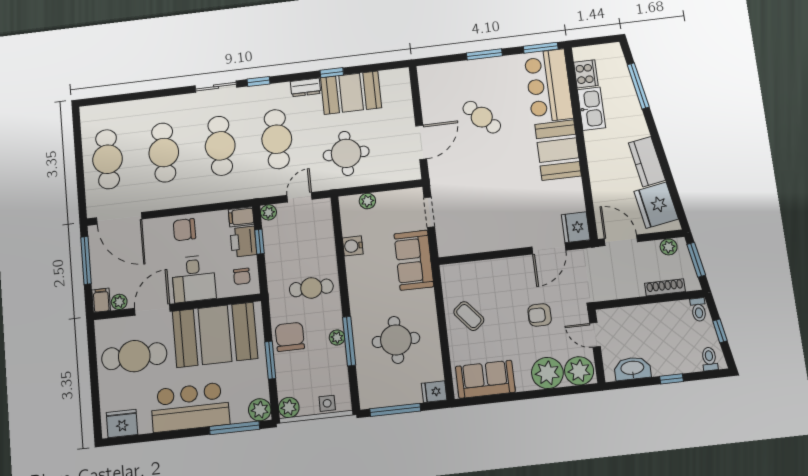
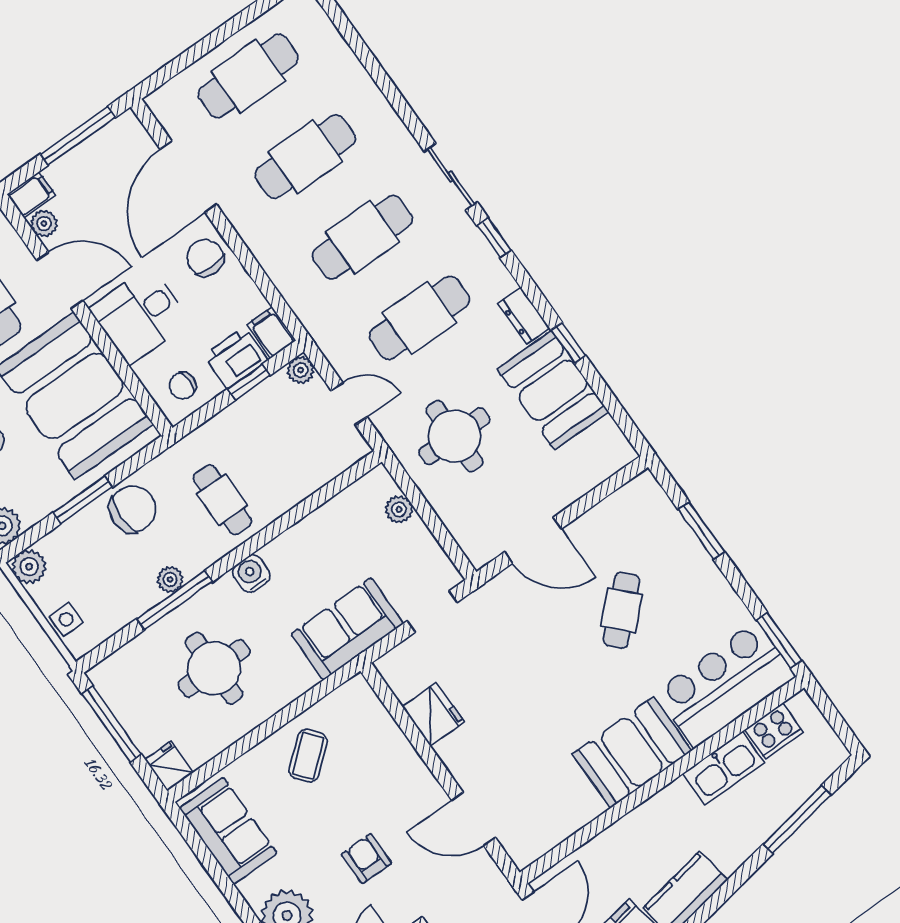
window: (484, 54) -> (701, 531), moved
door: (119, 218) -> (188, 177), moved
fridge: (576, 227) -> (433, 714), moved, turned 90
water cooler: (353, 246) -> (251, 574), moved

